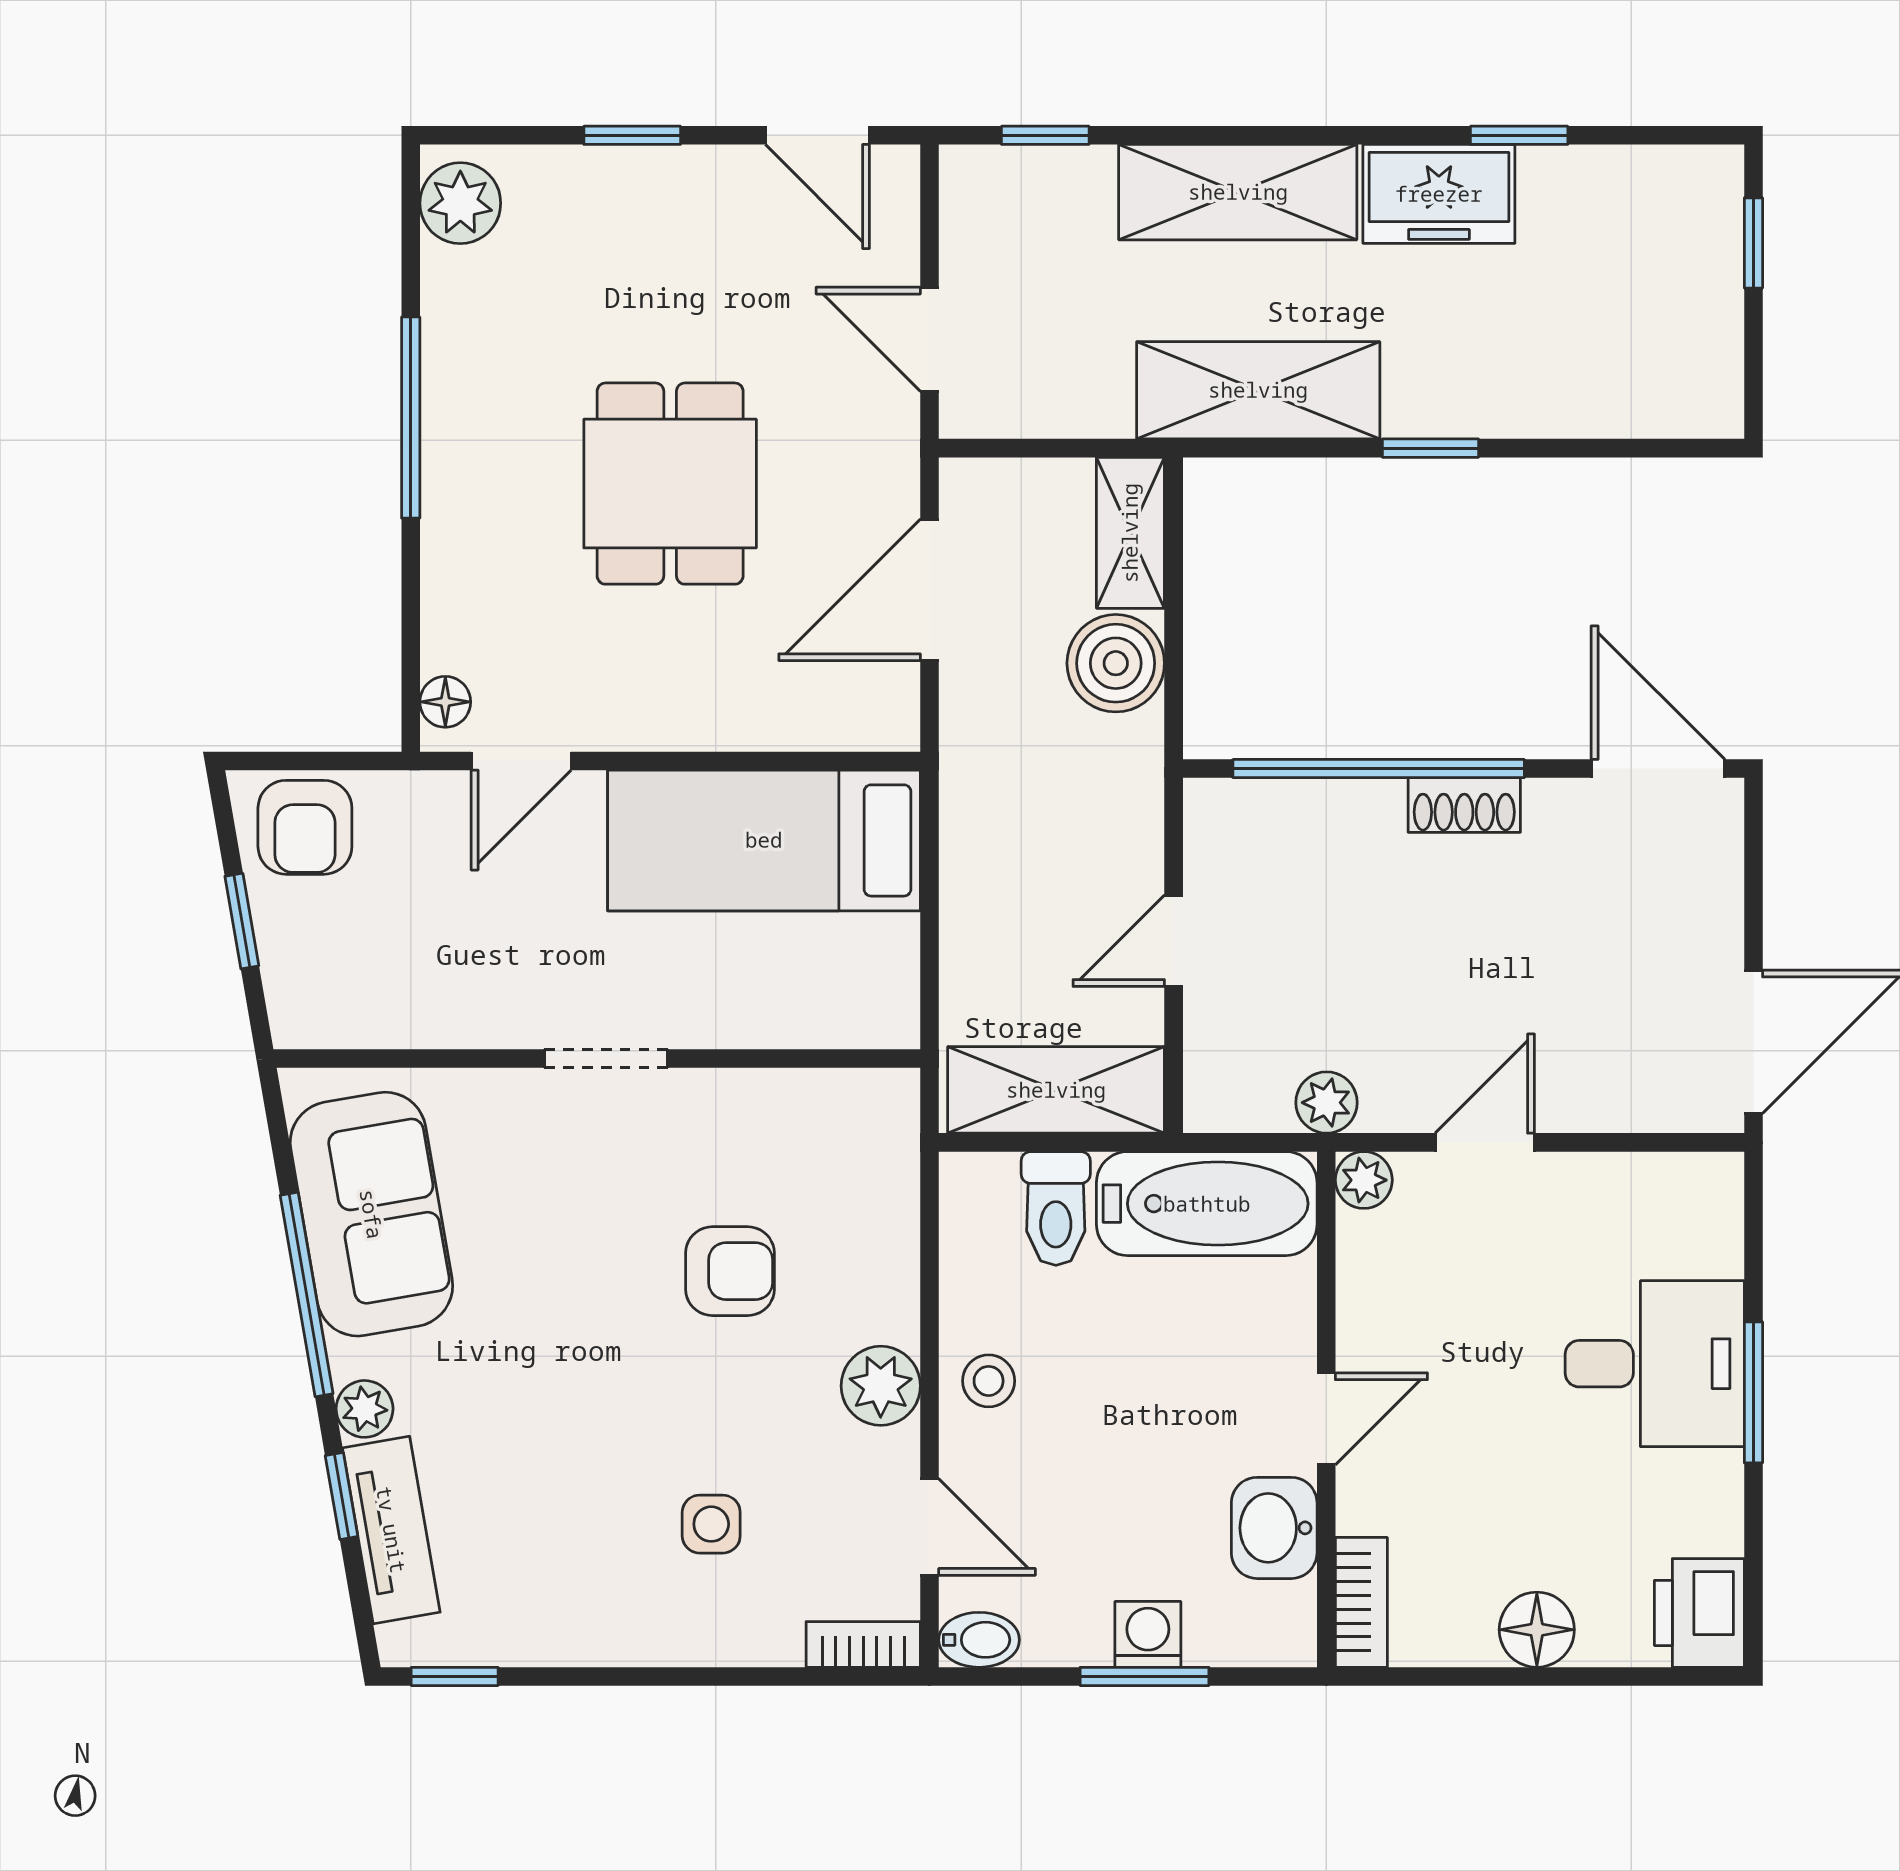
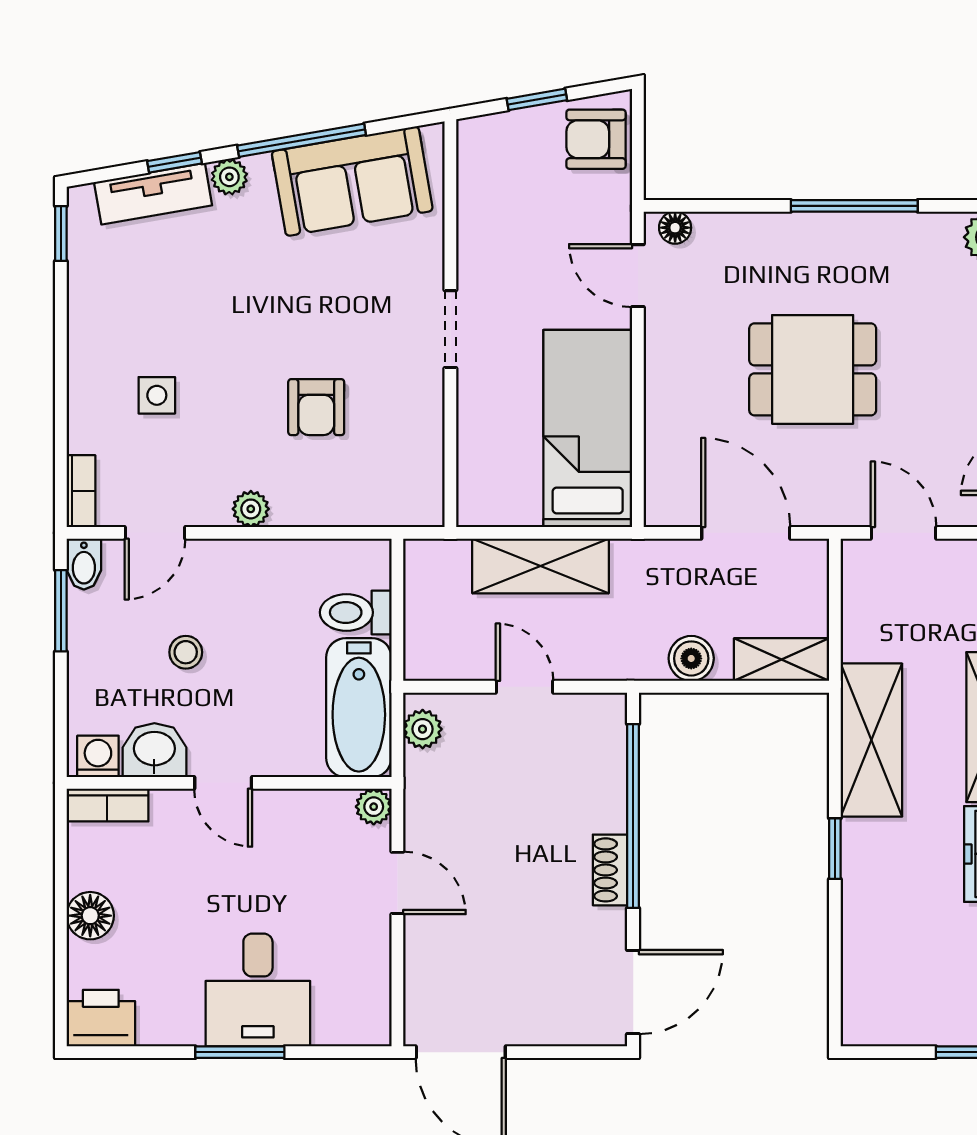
door: (929, 339) -> (904, 533), hinge flipped
boiler: (1116, 663) -> (691, 658), width x0.73, depth x0.73
shelving: (1056, 1090) -> (540, 566), moved, turned 90
plant: (1327, 1103) -> (423, 729), moved
stool: (989, 1381) -> (186, 652), moved
plant: (881, 1386) -> (251, 509), width x0.73, depth x0.73
washing machine: (1148, 1634) -> (98, 756), moved, turned -90
window: (1145, 1676) -> (61, 611), moved

